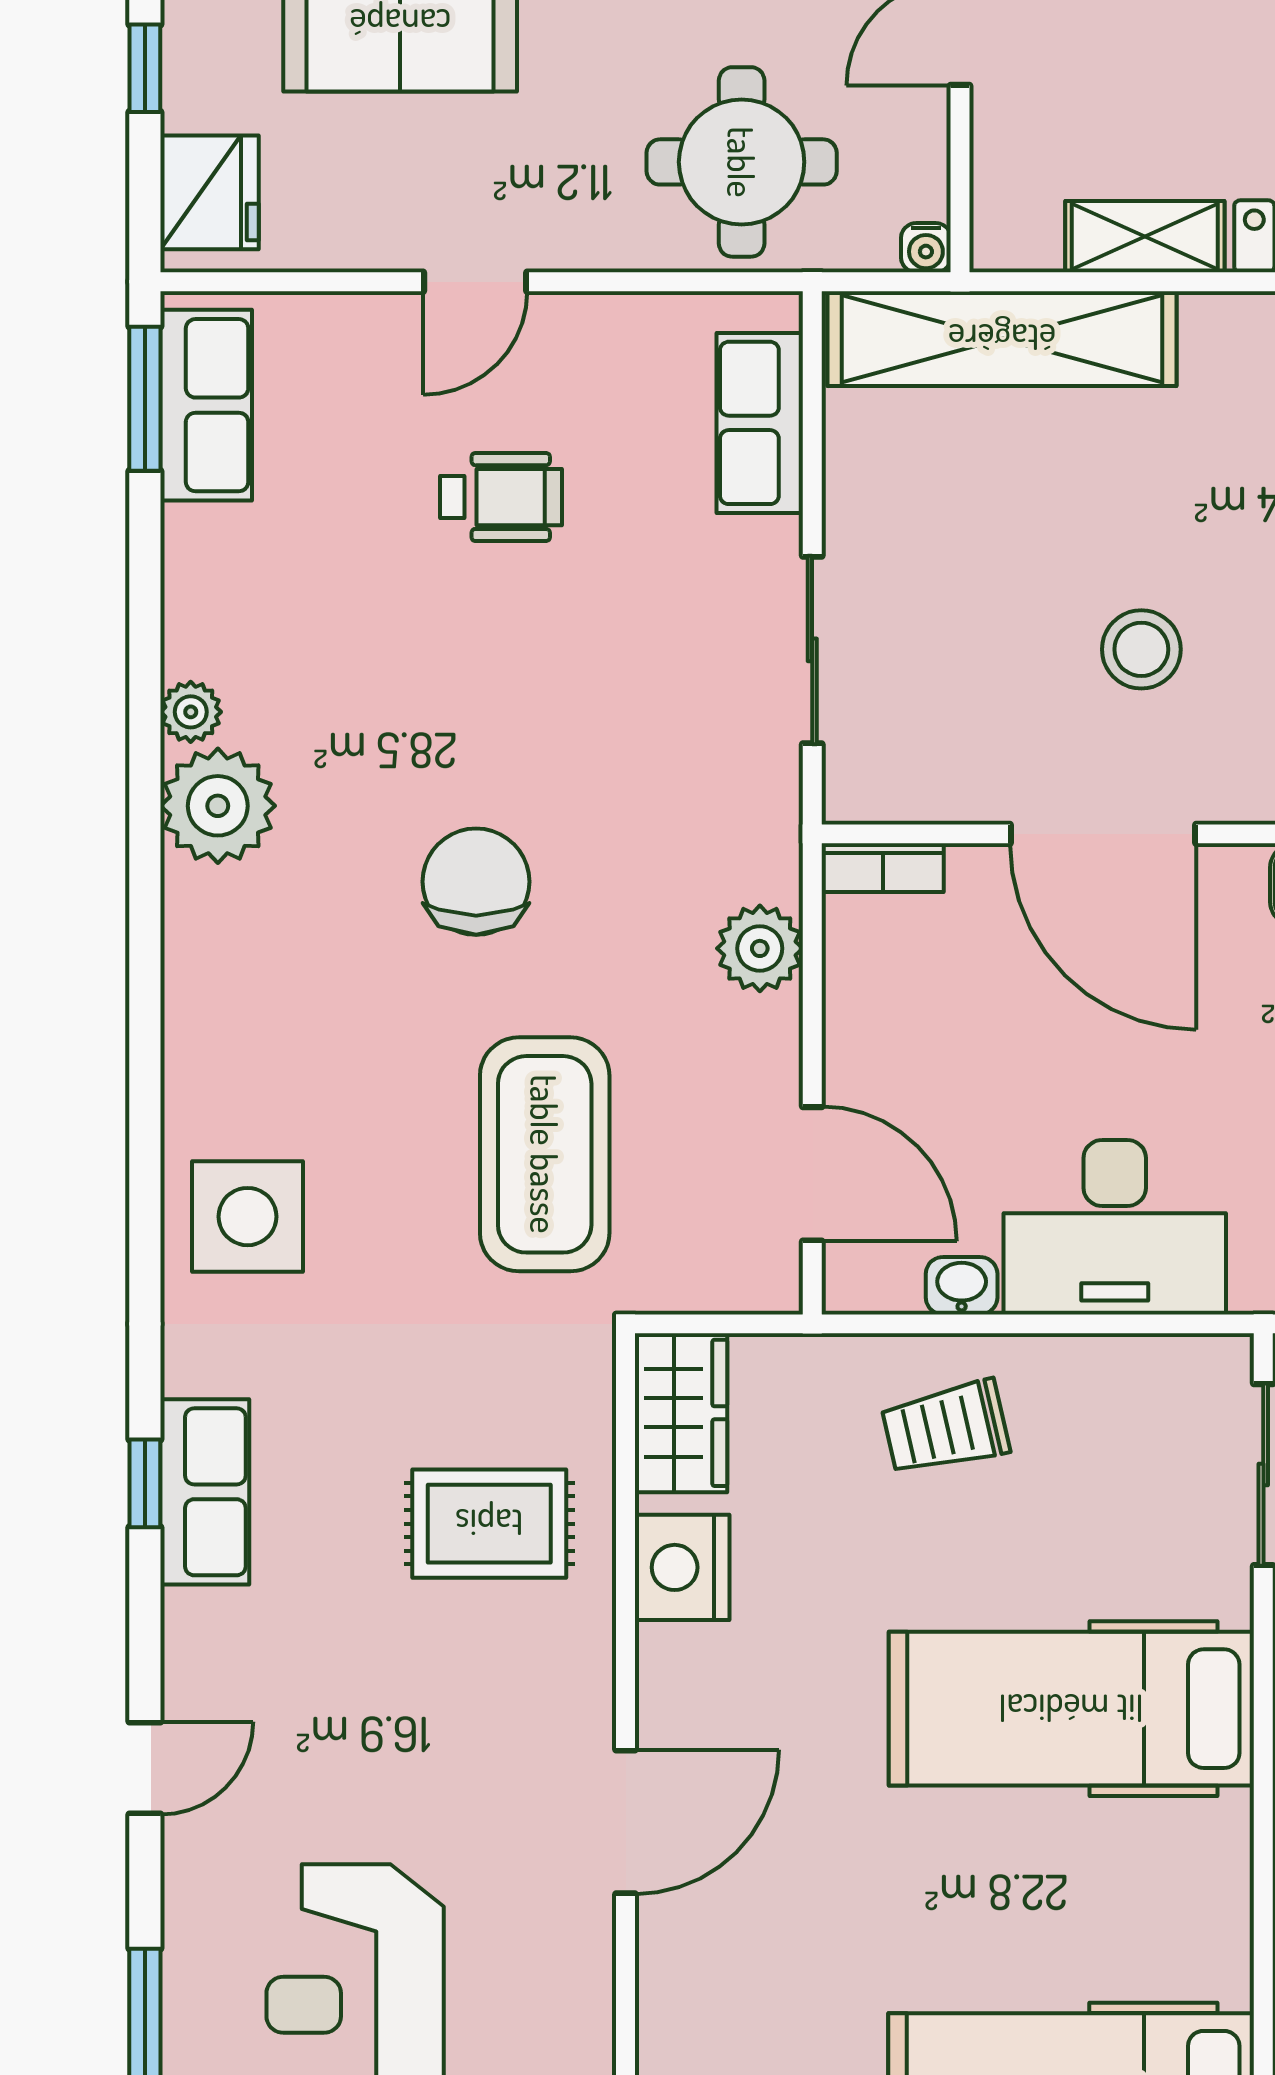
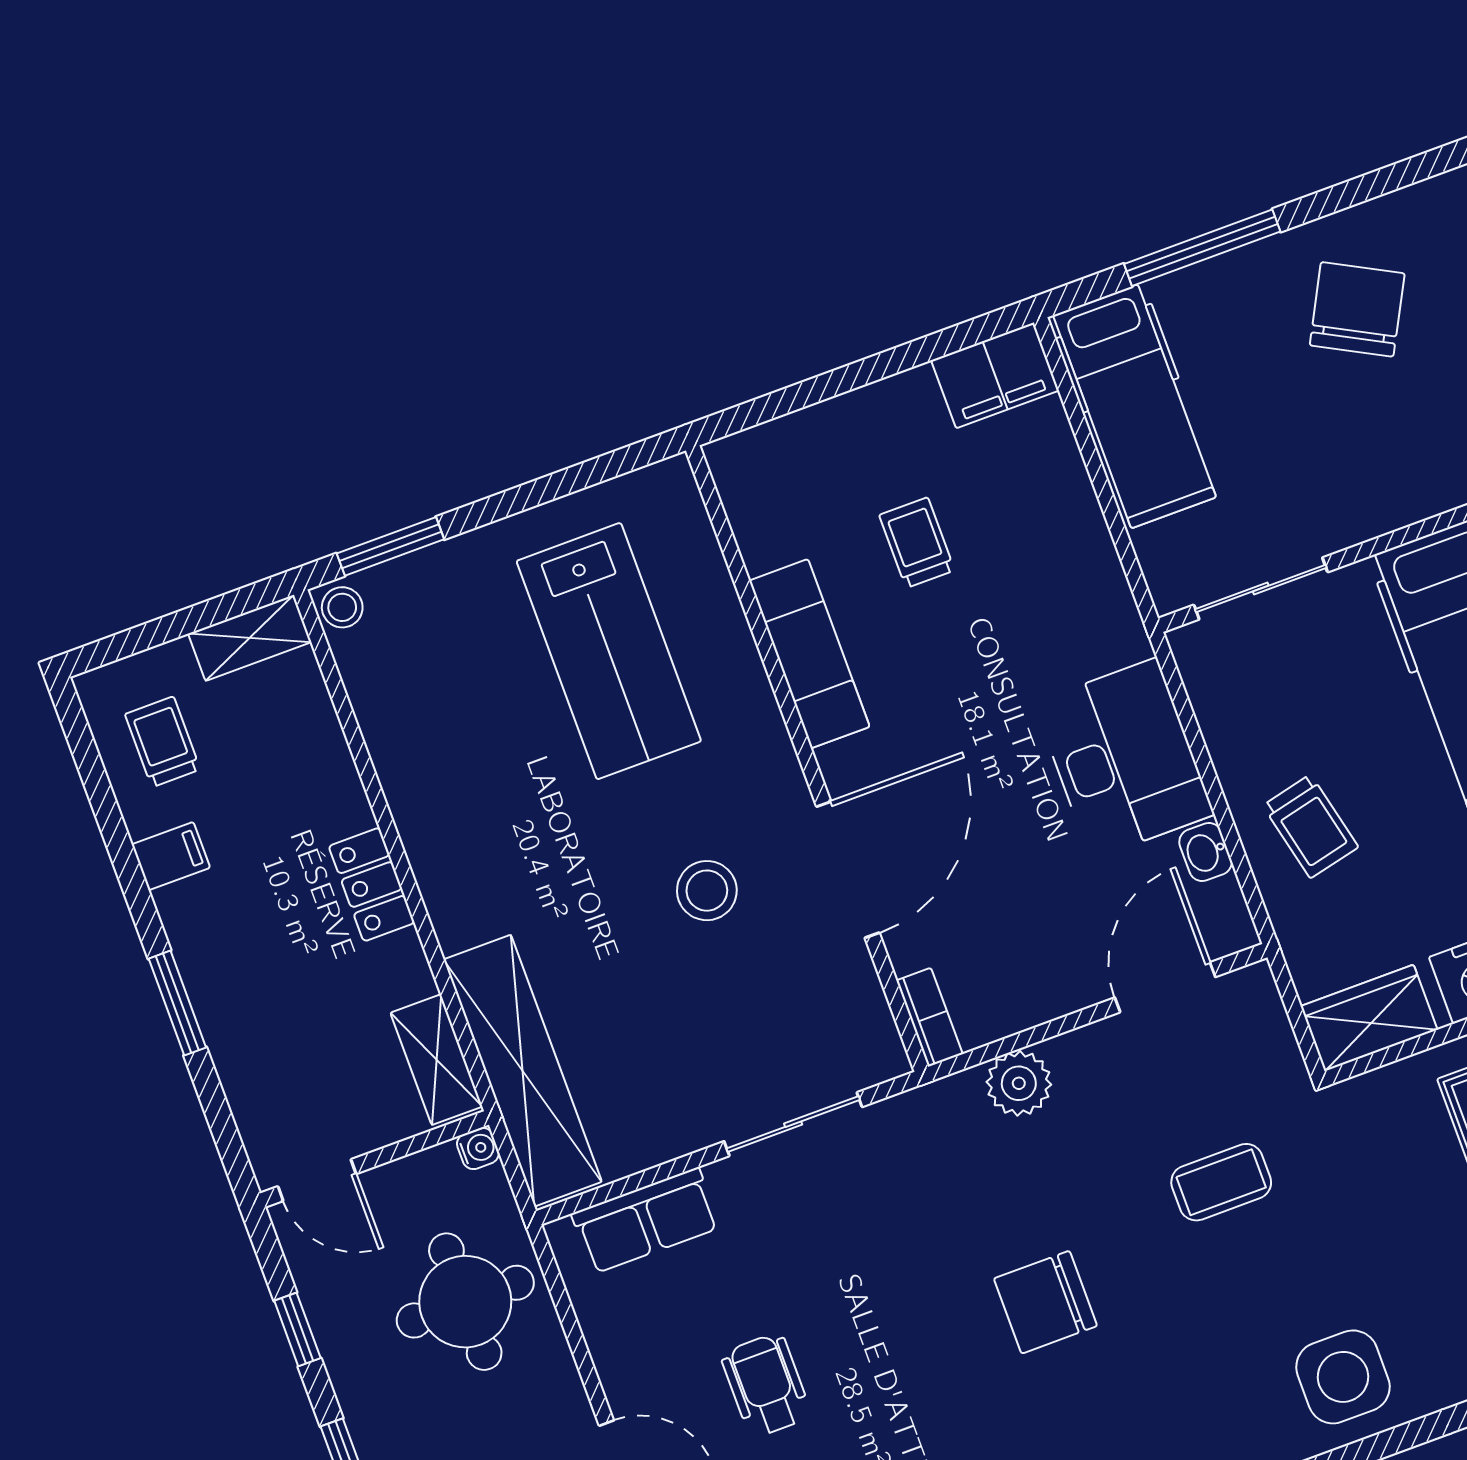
shelving: (1145, 237) -> (436, 1060), moved
coffee table: (545, 1154) -> (1221, 1182), width x0.54, depth x0.58

